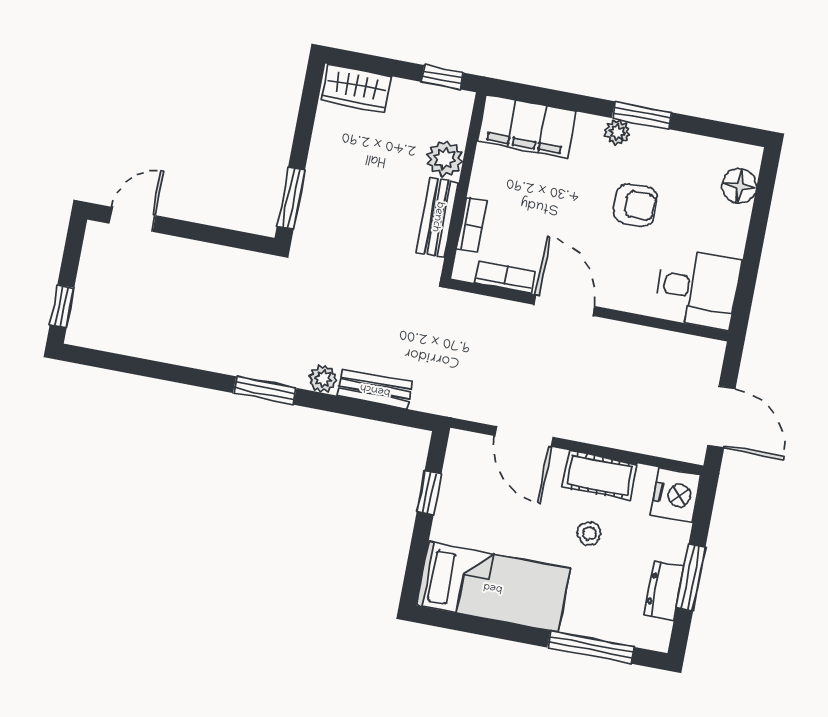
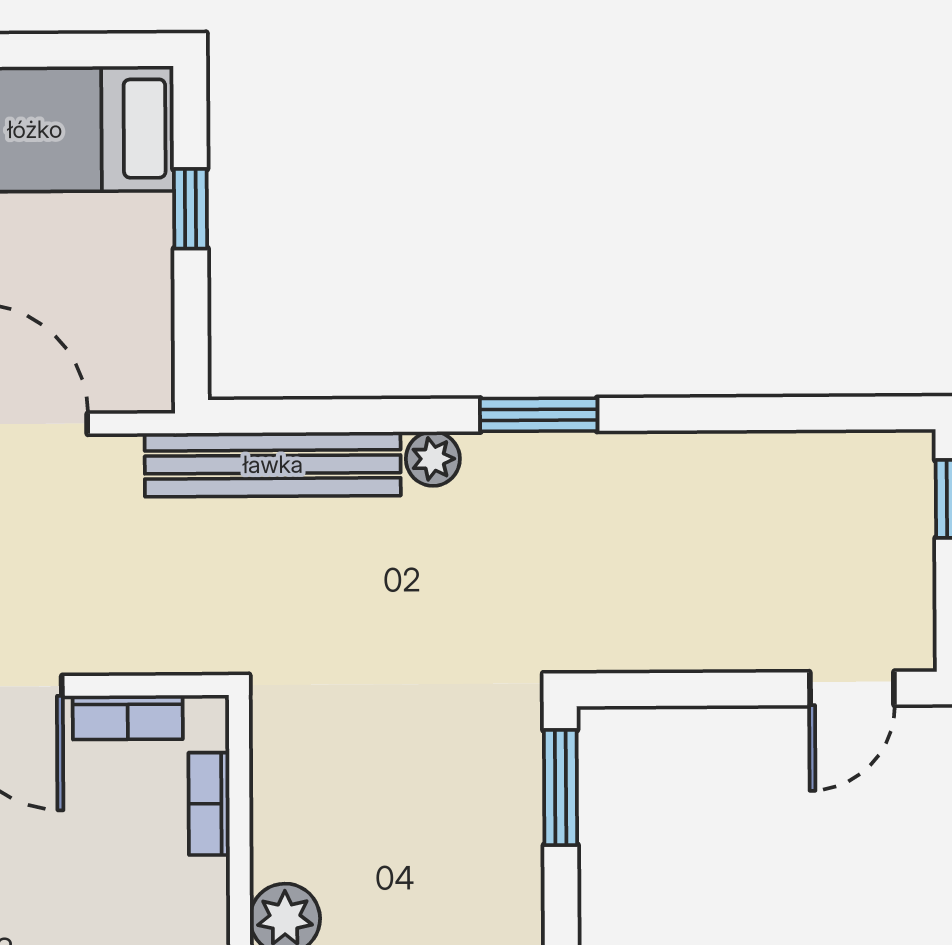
bench: (437, 217) -> (277, 805), removed
bench: (375, 389) -> (273, 464), width x1.86, depth x1.21
window: (429, 493) -> (190, 209), moved

